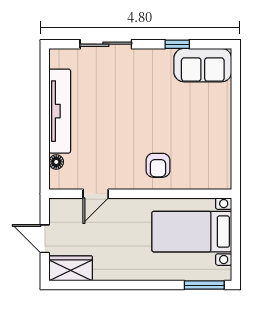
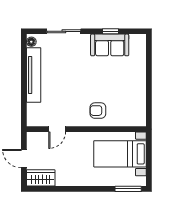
sofa: (203, 65) -> (110, 45), moved
floor lamp: (56, 162) -> (31, 42), moved
armchair: (158, 165) -> (98, 111), turned 90

